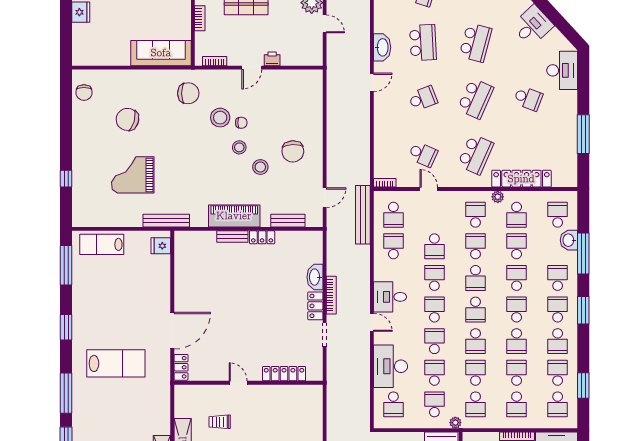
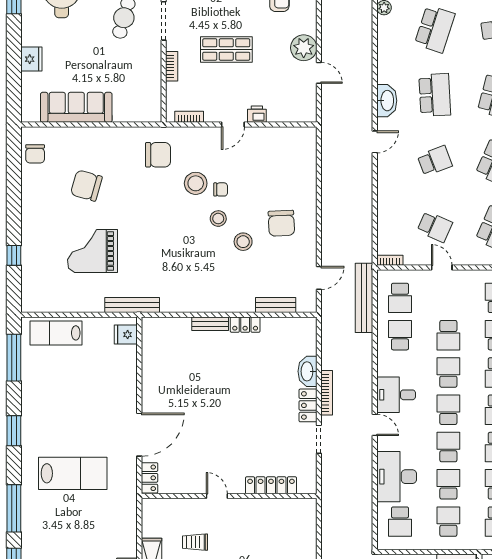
sofa: (161, 53) -> (76, 107), moved
piano: (234, 216) -> (212, 299), removed
plant: (455, 423) -> (473, 543), removed

